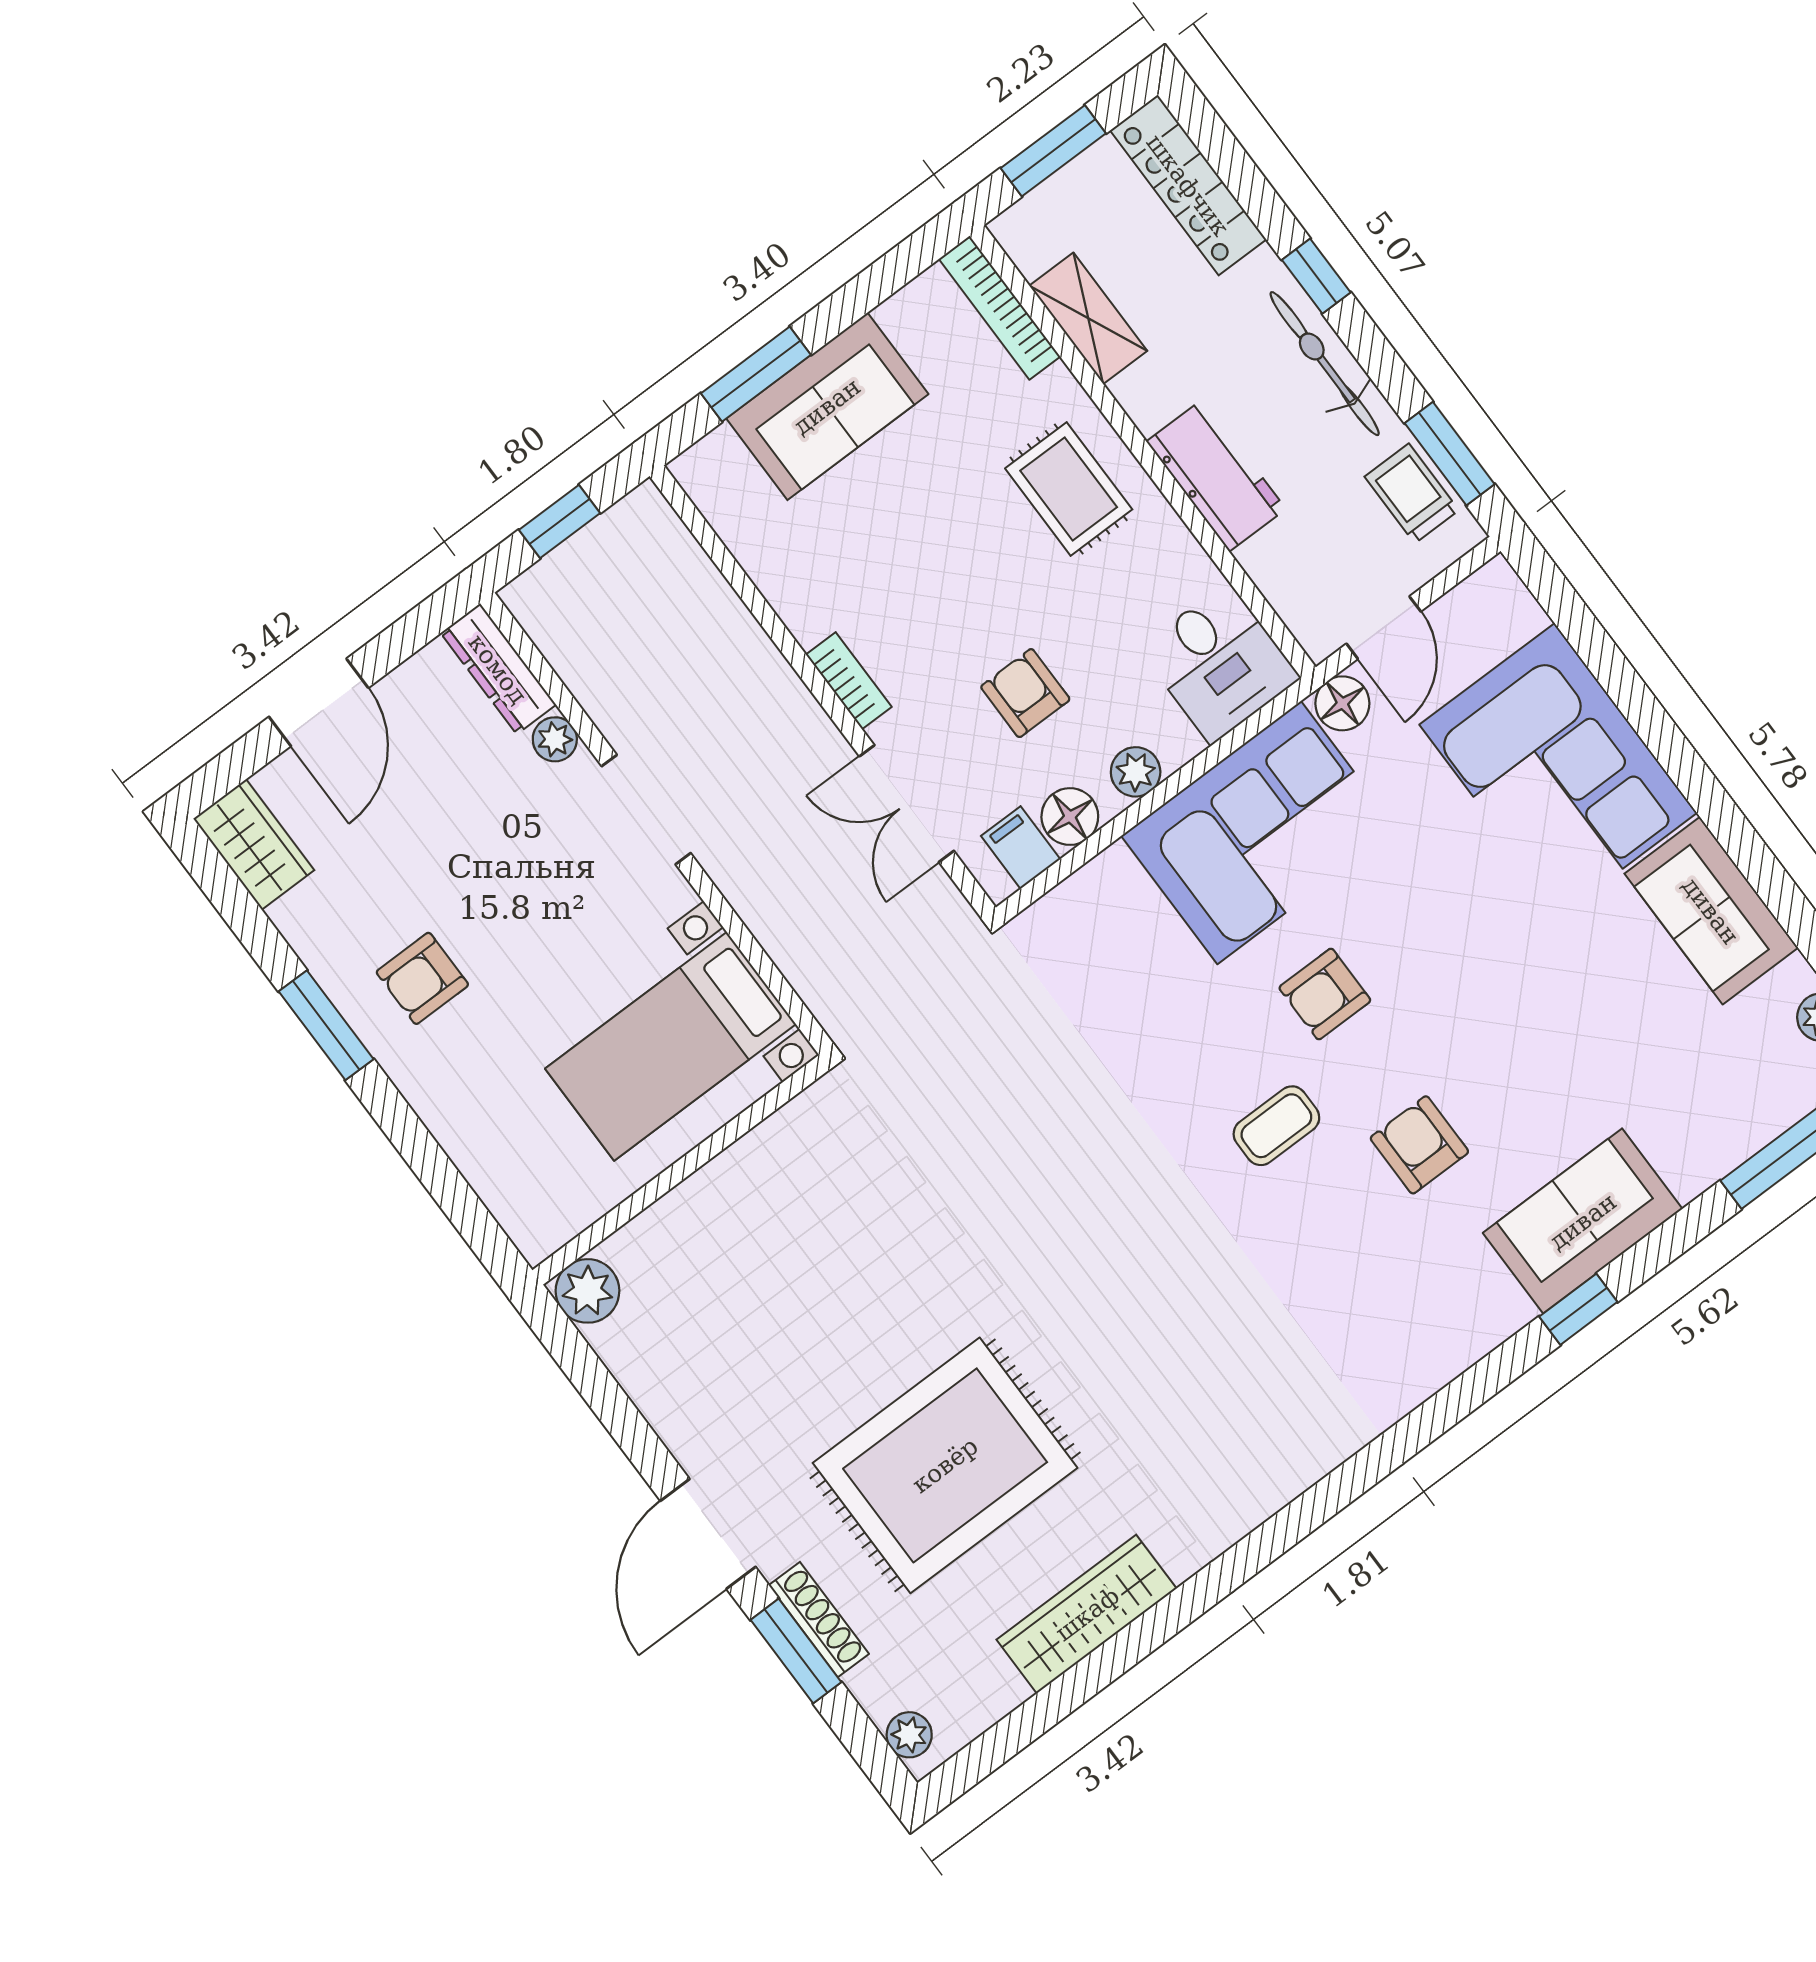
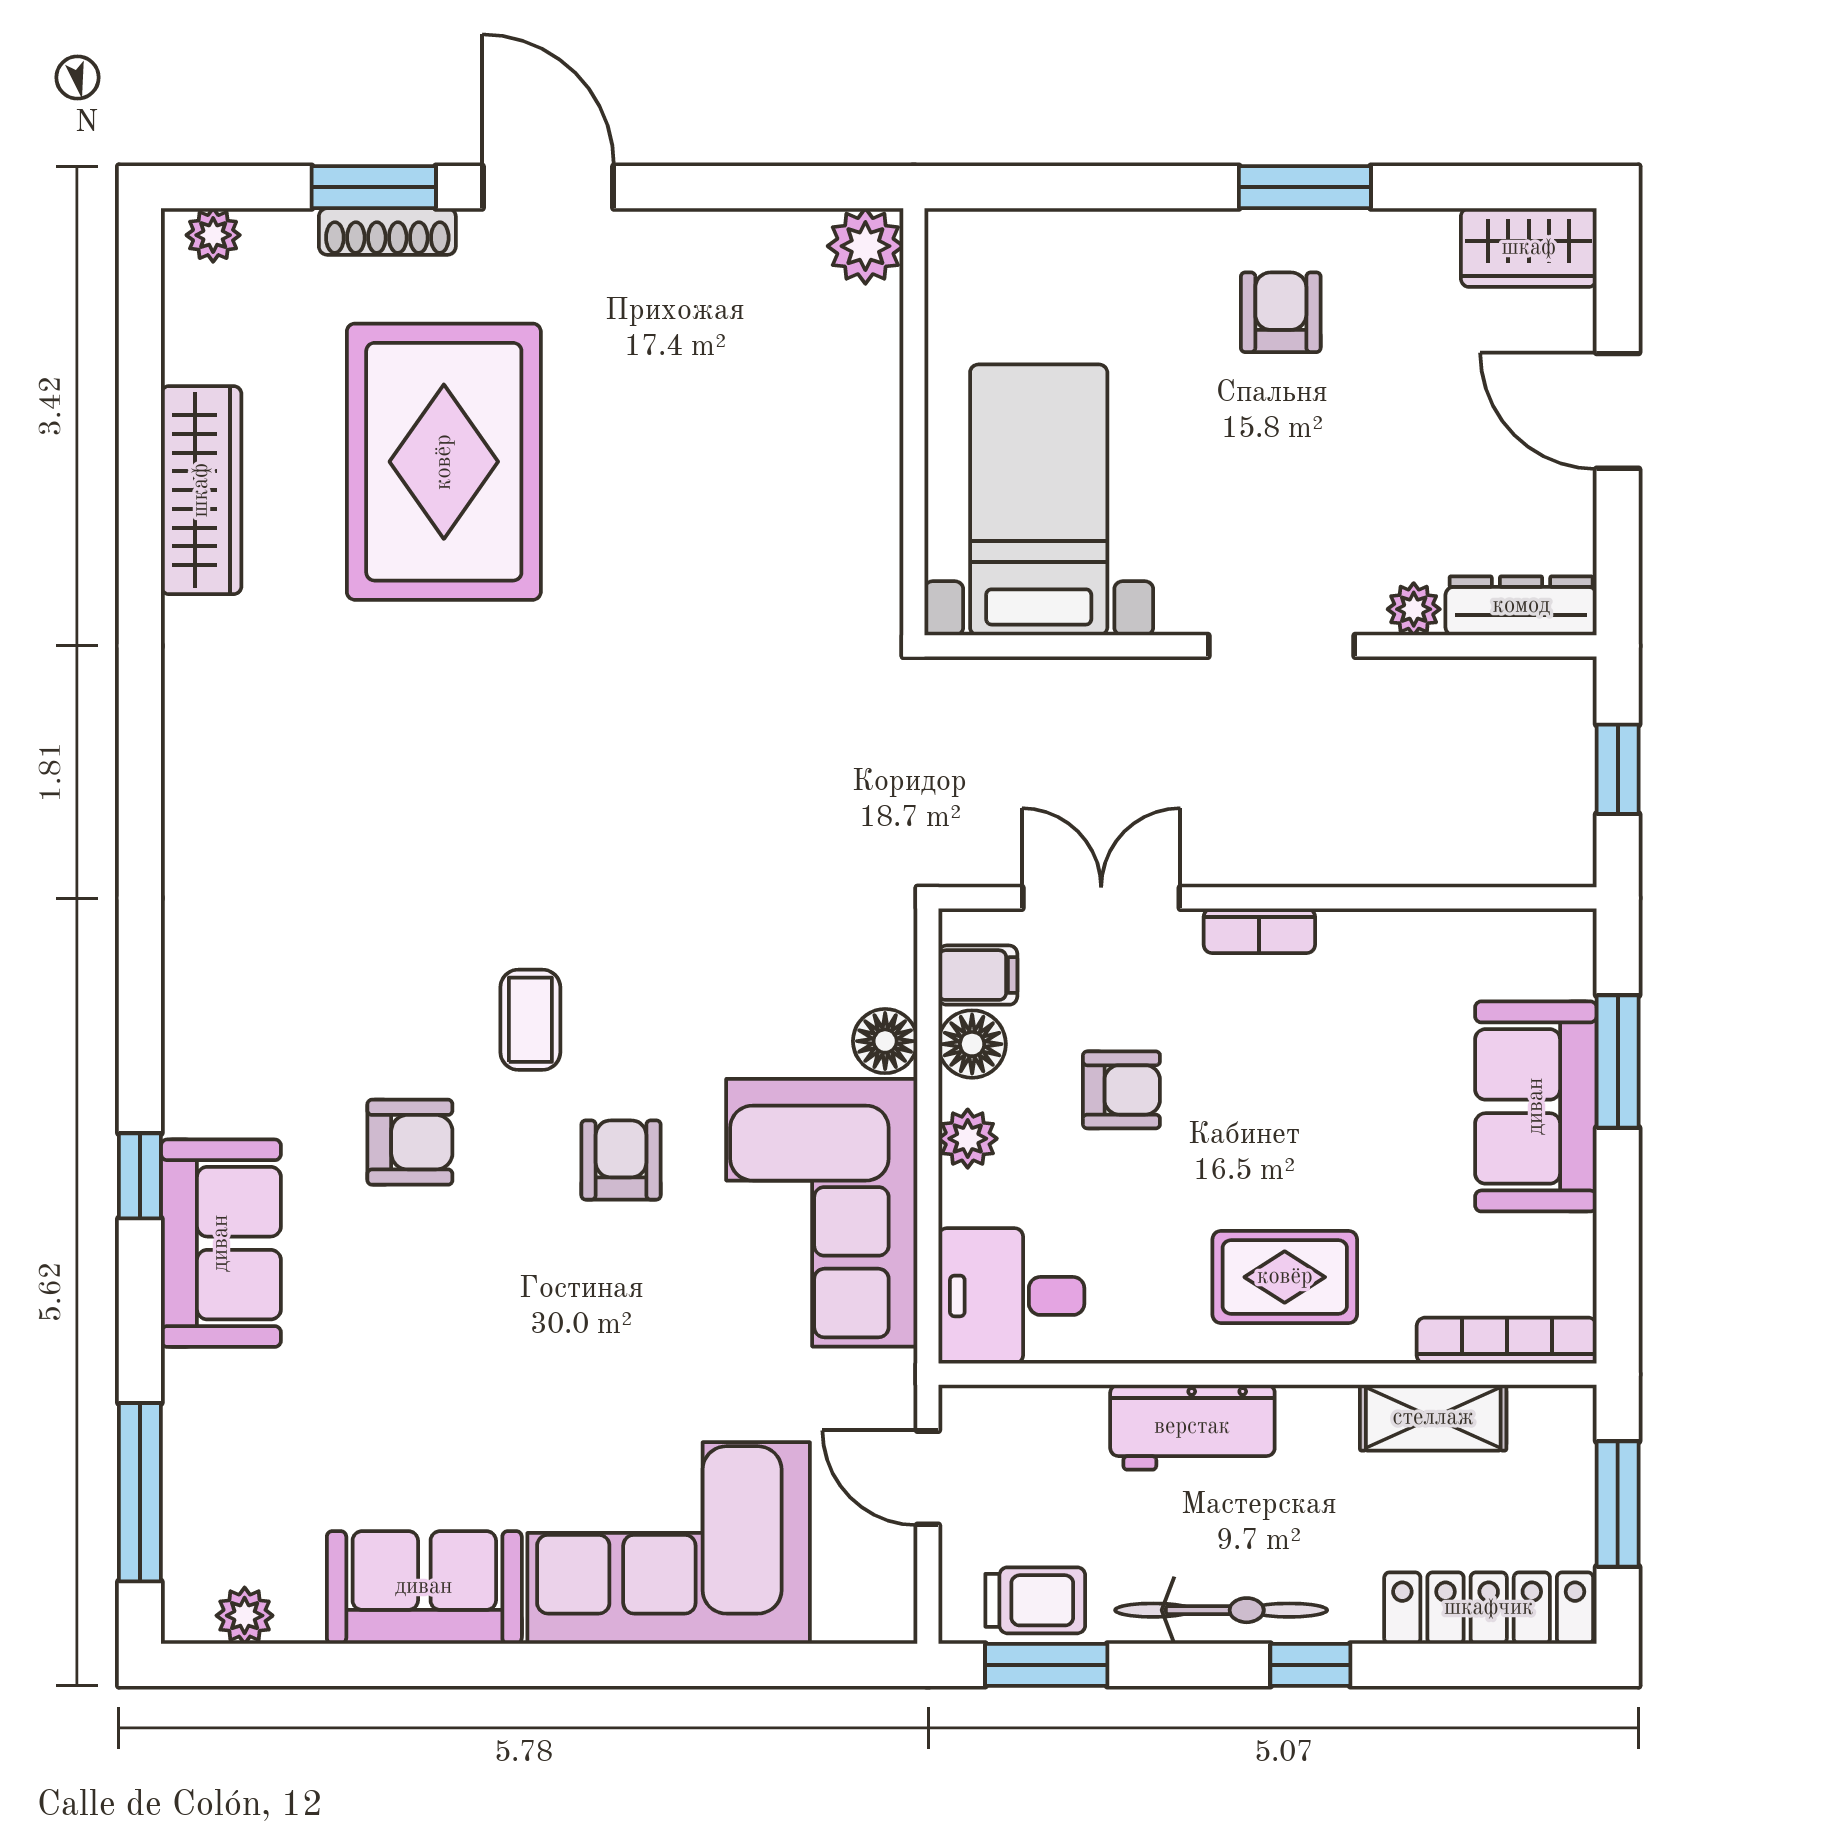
floor lamp: (1342, 703) -> (885, 1041), moved

